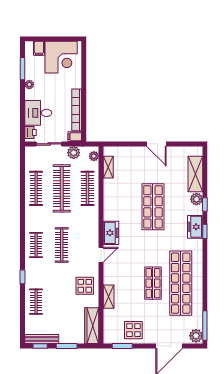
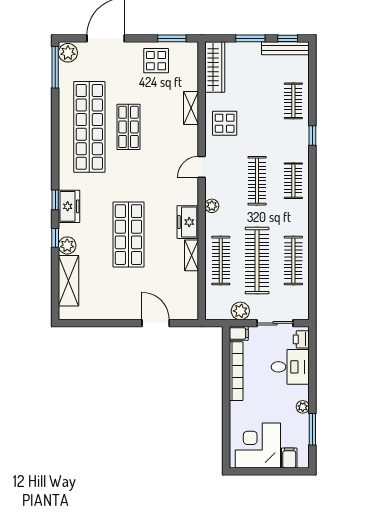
door: (156, 144) -> (156, 323), moved
plant: (94, 156) -> (212, 206), moved
shelving: (108, 167) -> (191, 255), moved
freezer: (111, 233) -> (188, 222), moved

